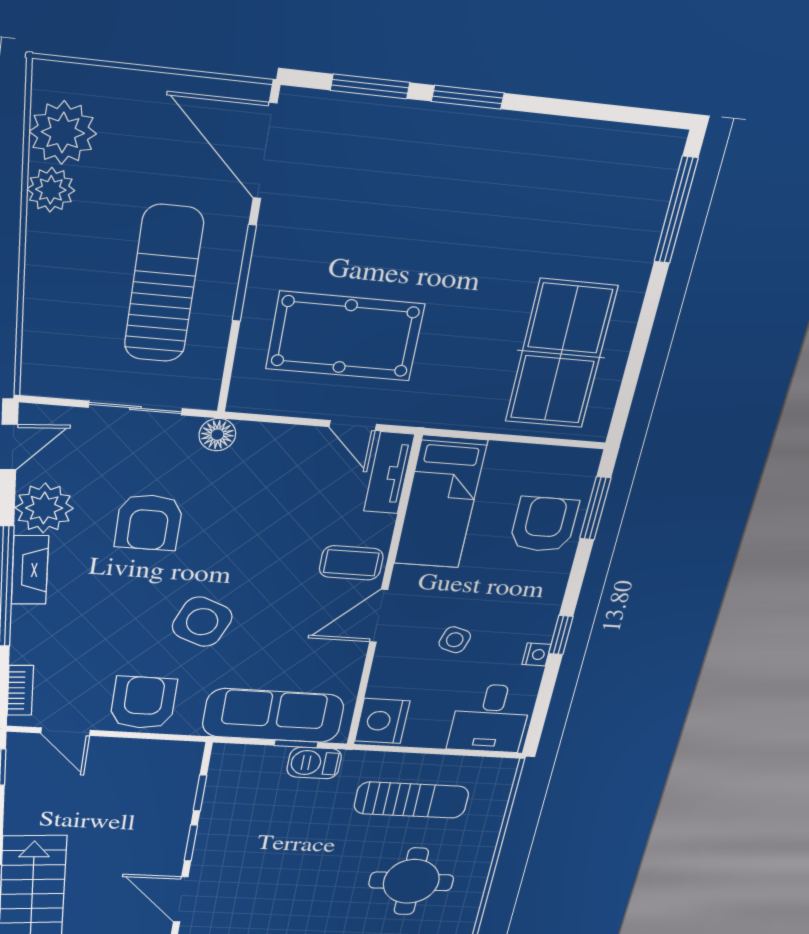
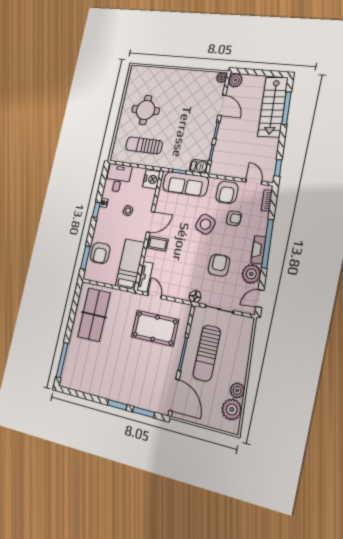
armchair: (115, 642) -> (234, 218), added
barbecue: (314, 763) -> (199, 166), moved

